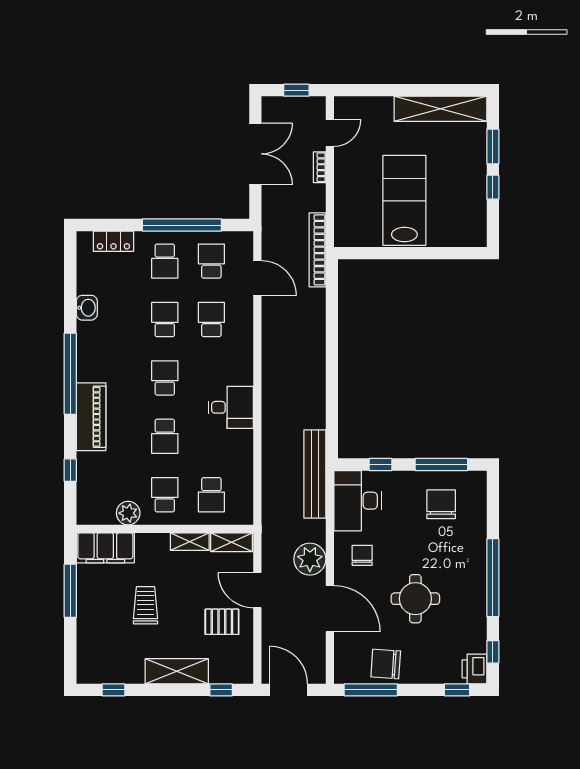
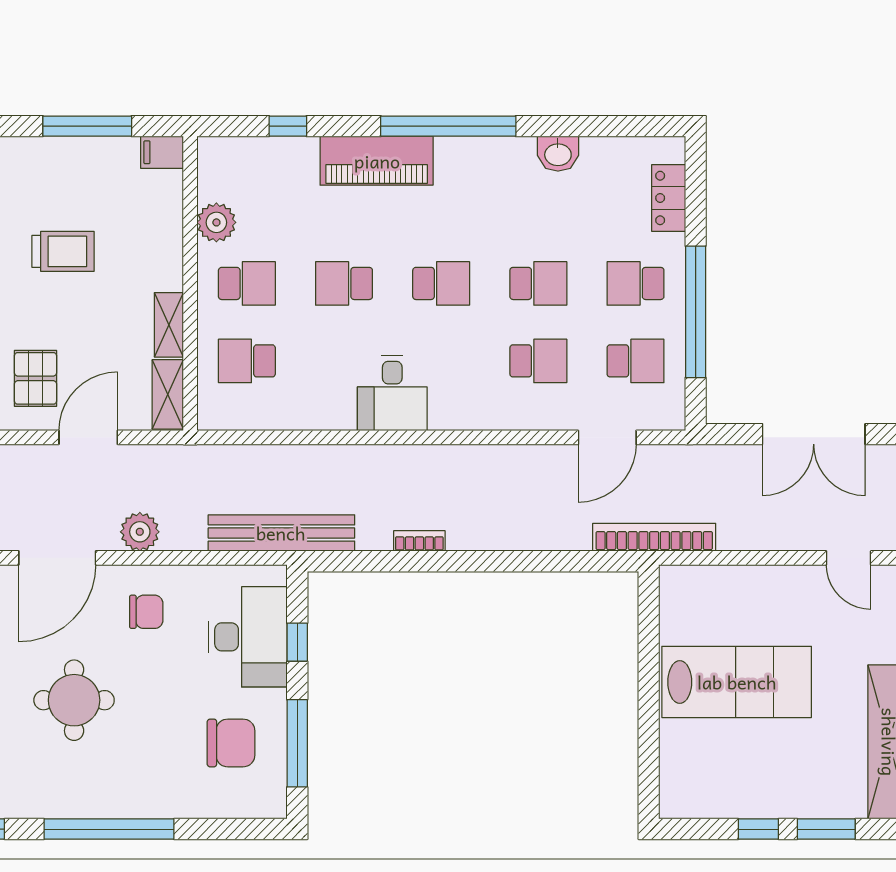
bookcase: (320, 167) -> (419, 541), moved
desk: (358, 501) -> (248, 637), moved, turned 90
filing cabinet: (105, 548) -> (162, 152), width x0.33, depth x0.86
plant: (310, 559) -> (140, 532), width x0.73, depth x0.73

